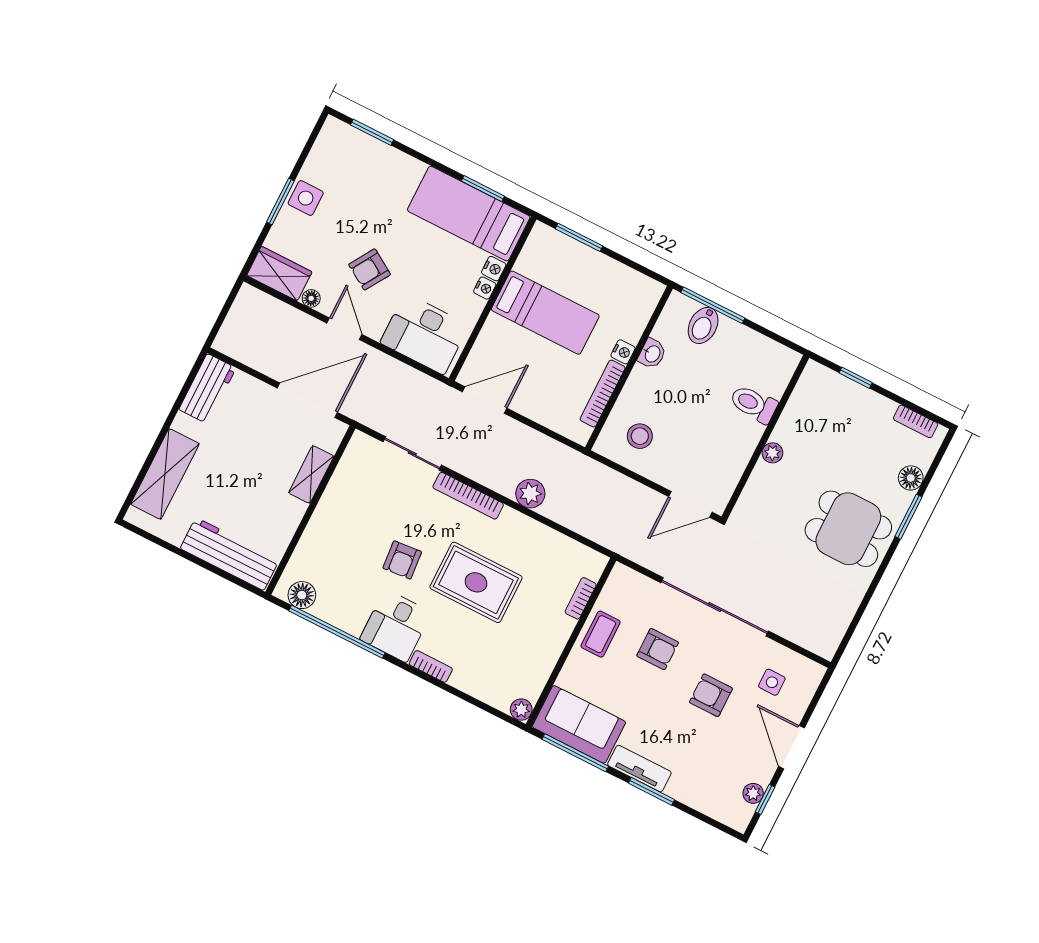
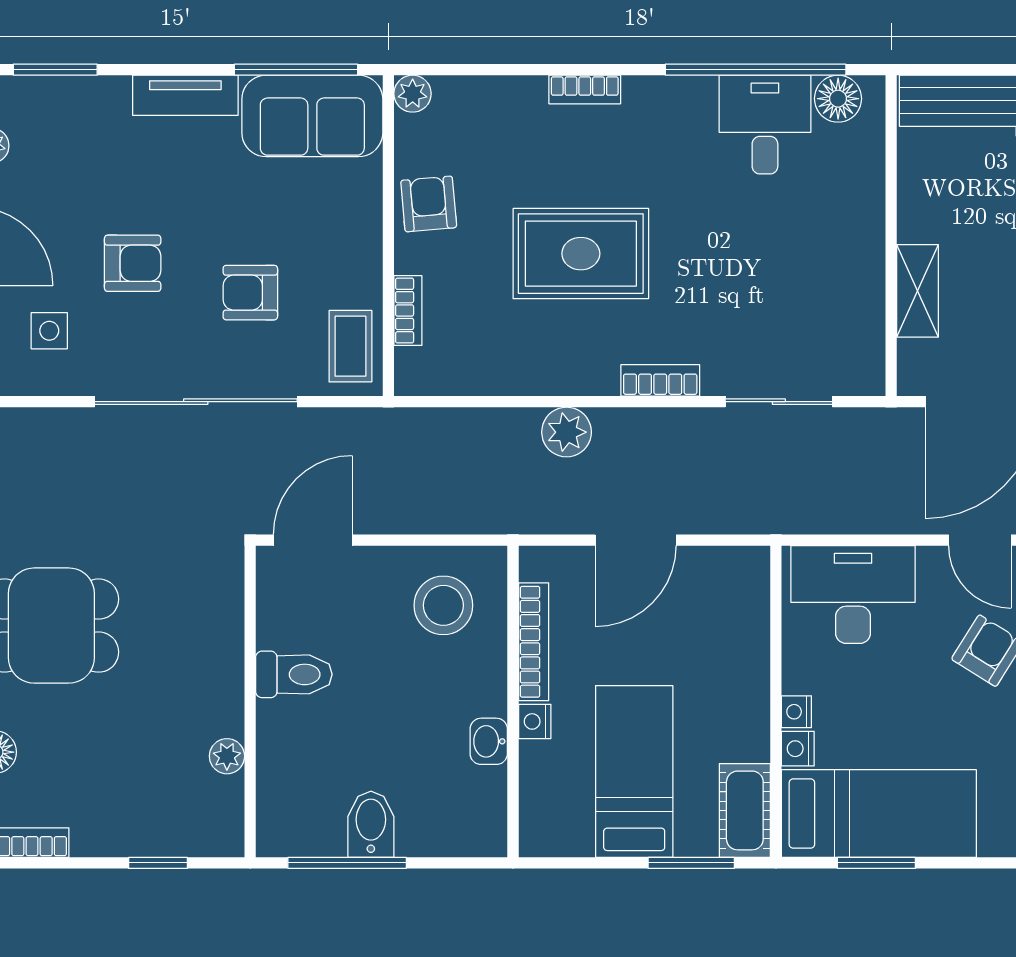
cot: (537, 250) -> (745, 810), added
window: (713, 305) -> (347, 863), moved
bed: (545, 313) -> (634, 771), moved, turned 90
bidet: (703, 325) -> (371, 824), moved
door: (485, 400) -> (636, 540), moved
toilet: (754, 404) -> (294, 674), moved
stool: (640, 436) -> (443, 605), width x1.38, depth x1.38
plant: (772, 453) -> (227, 756), moved
bookcase: (468, 496) -> (660, 380), width x0.64
armchair: (402, 560) -> (429, 204), moved
desk: (396, 626) -> (765, 125), moved
coffee table: (601, 634) -> (350, 346), moved
window: (652, 791) -> (55, 70), moved

